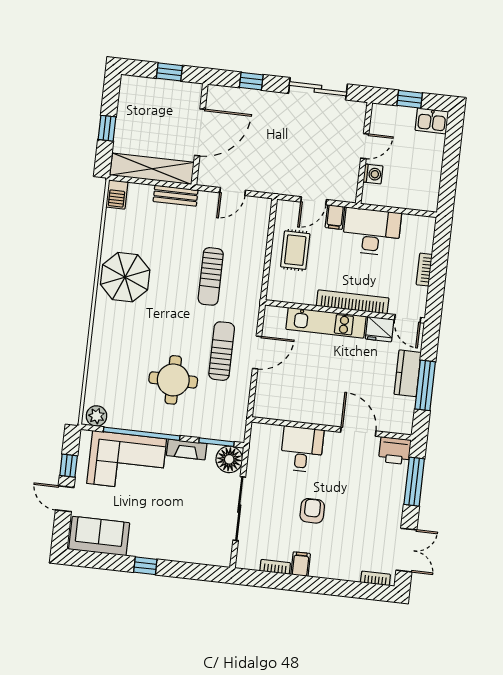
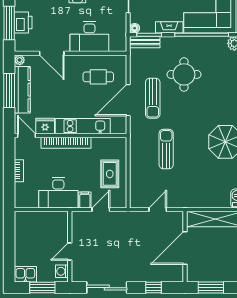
window: (169, 72) -> (211, 288), width x1.50
window: (410, 99) -> (42, 288), width x1.50
washing machine: (373, 174) -> (62, 271), moved
bench: (176, 196) -> (145, 42), moved
door: (257, 352) -> (128, 100), width x1.36
kitchen counter: (408, 373) -> (22, 90), width x1.50
cafe table: (296, 390) -> (98, 77), added
plant: (405, 427) -> (20, 60), added
desk: (302, 449) -> (89, 37), width x1.37
printer: (395, 451) -> (23, 22), moved, turned 90
floor lamp: (229, 459) -> (135, 28), width x0.53, depth x0.53

